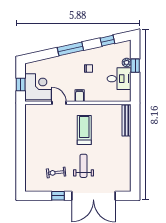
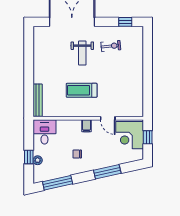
window: (107, 41) -> (58, 183), width x2.17
window: (70, 49) -> (107, 172), moved
desk: (119, 79) -> (44, 132), moved, turned 90
treadmill: (84, 130) -> (82, 90), turned 90
window: (58, 196) -> (125, 22), moved

